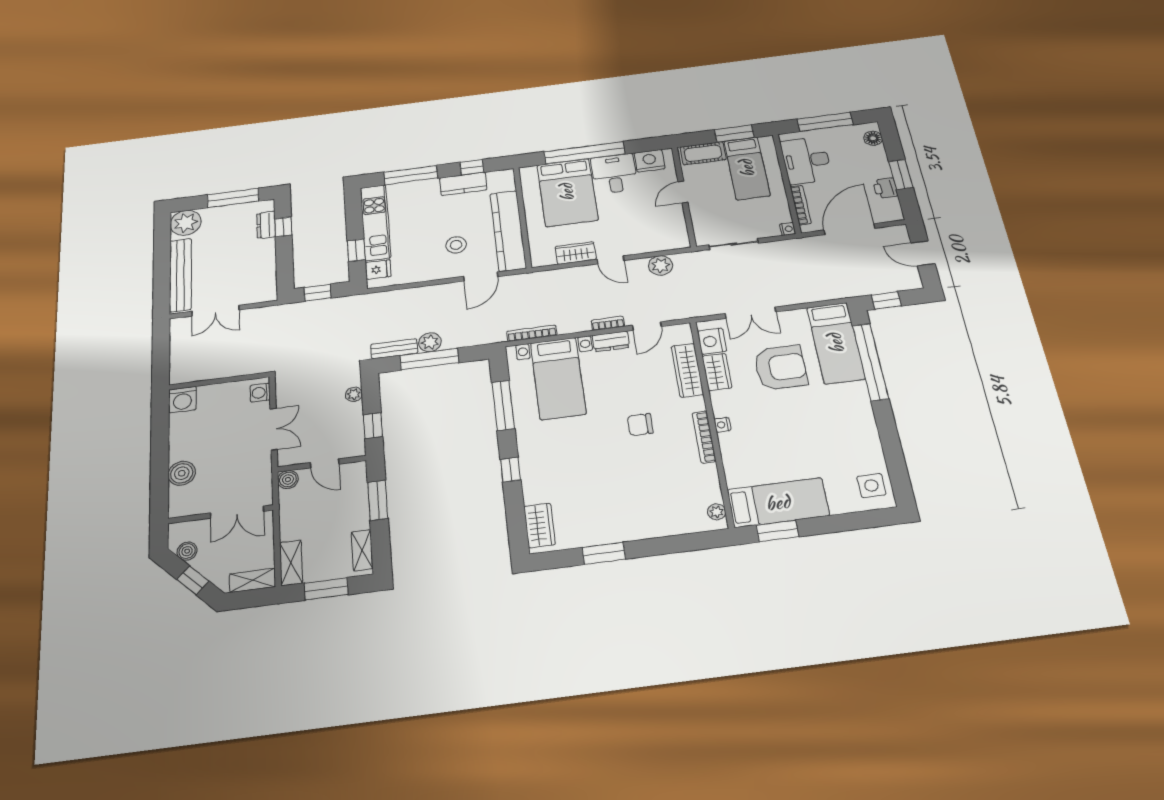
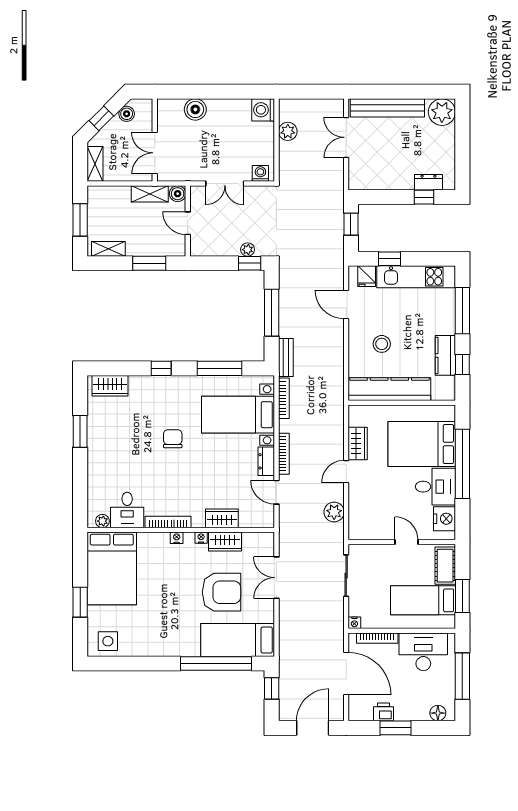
window: (233, 198) -> (462, 154), removed
door: (923, 253) -> (313, 728), width x1.38
door: (481, 277) -> (346, 304), moved
bookcase: (608, 323) -> (284, 454), width x1.56
nightstand: (712, 341) -> (201, 538), moved, width x0.53, depth x0.56
plant: (430, 342) -> (288, 131), moved
bench: (394, 349) -> (286, 357), moved
armchair: (781, 368) -> (221, 592), turned -90
wardrobe: (687, 370) -> (222, 518), width x0.67
chair: (640, 425) -> (173, 439), moved
window: (373, 426) -> (250, 263), moved
door: (325, 463) -> (188, 223), hinge flipped
desk: (697, 485) -> (127, 510), added
bed: (778, 503) -> (112, 568), width x1.50
window: (777, 531) -> (80, 602), moved
shelving: (291, 563) -> (150, 194), moved

